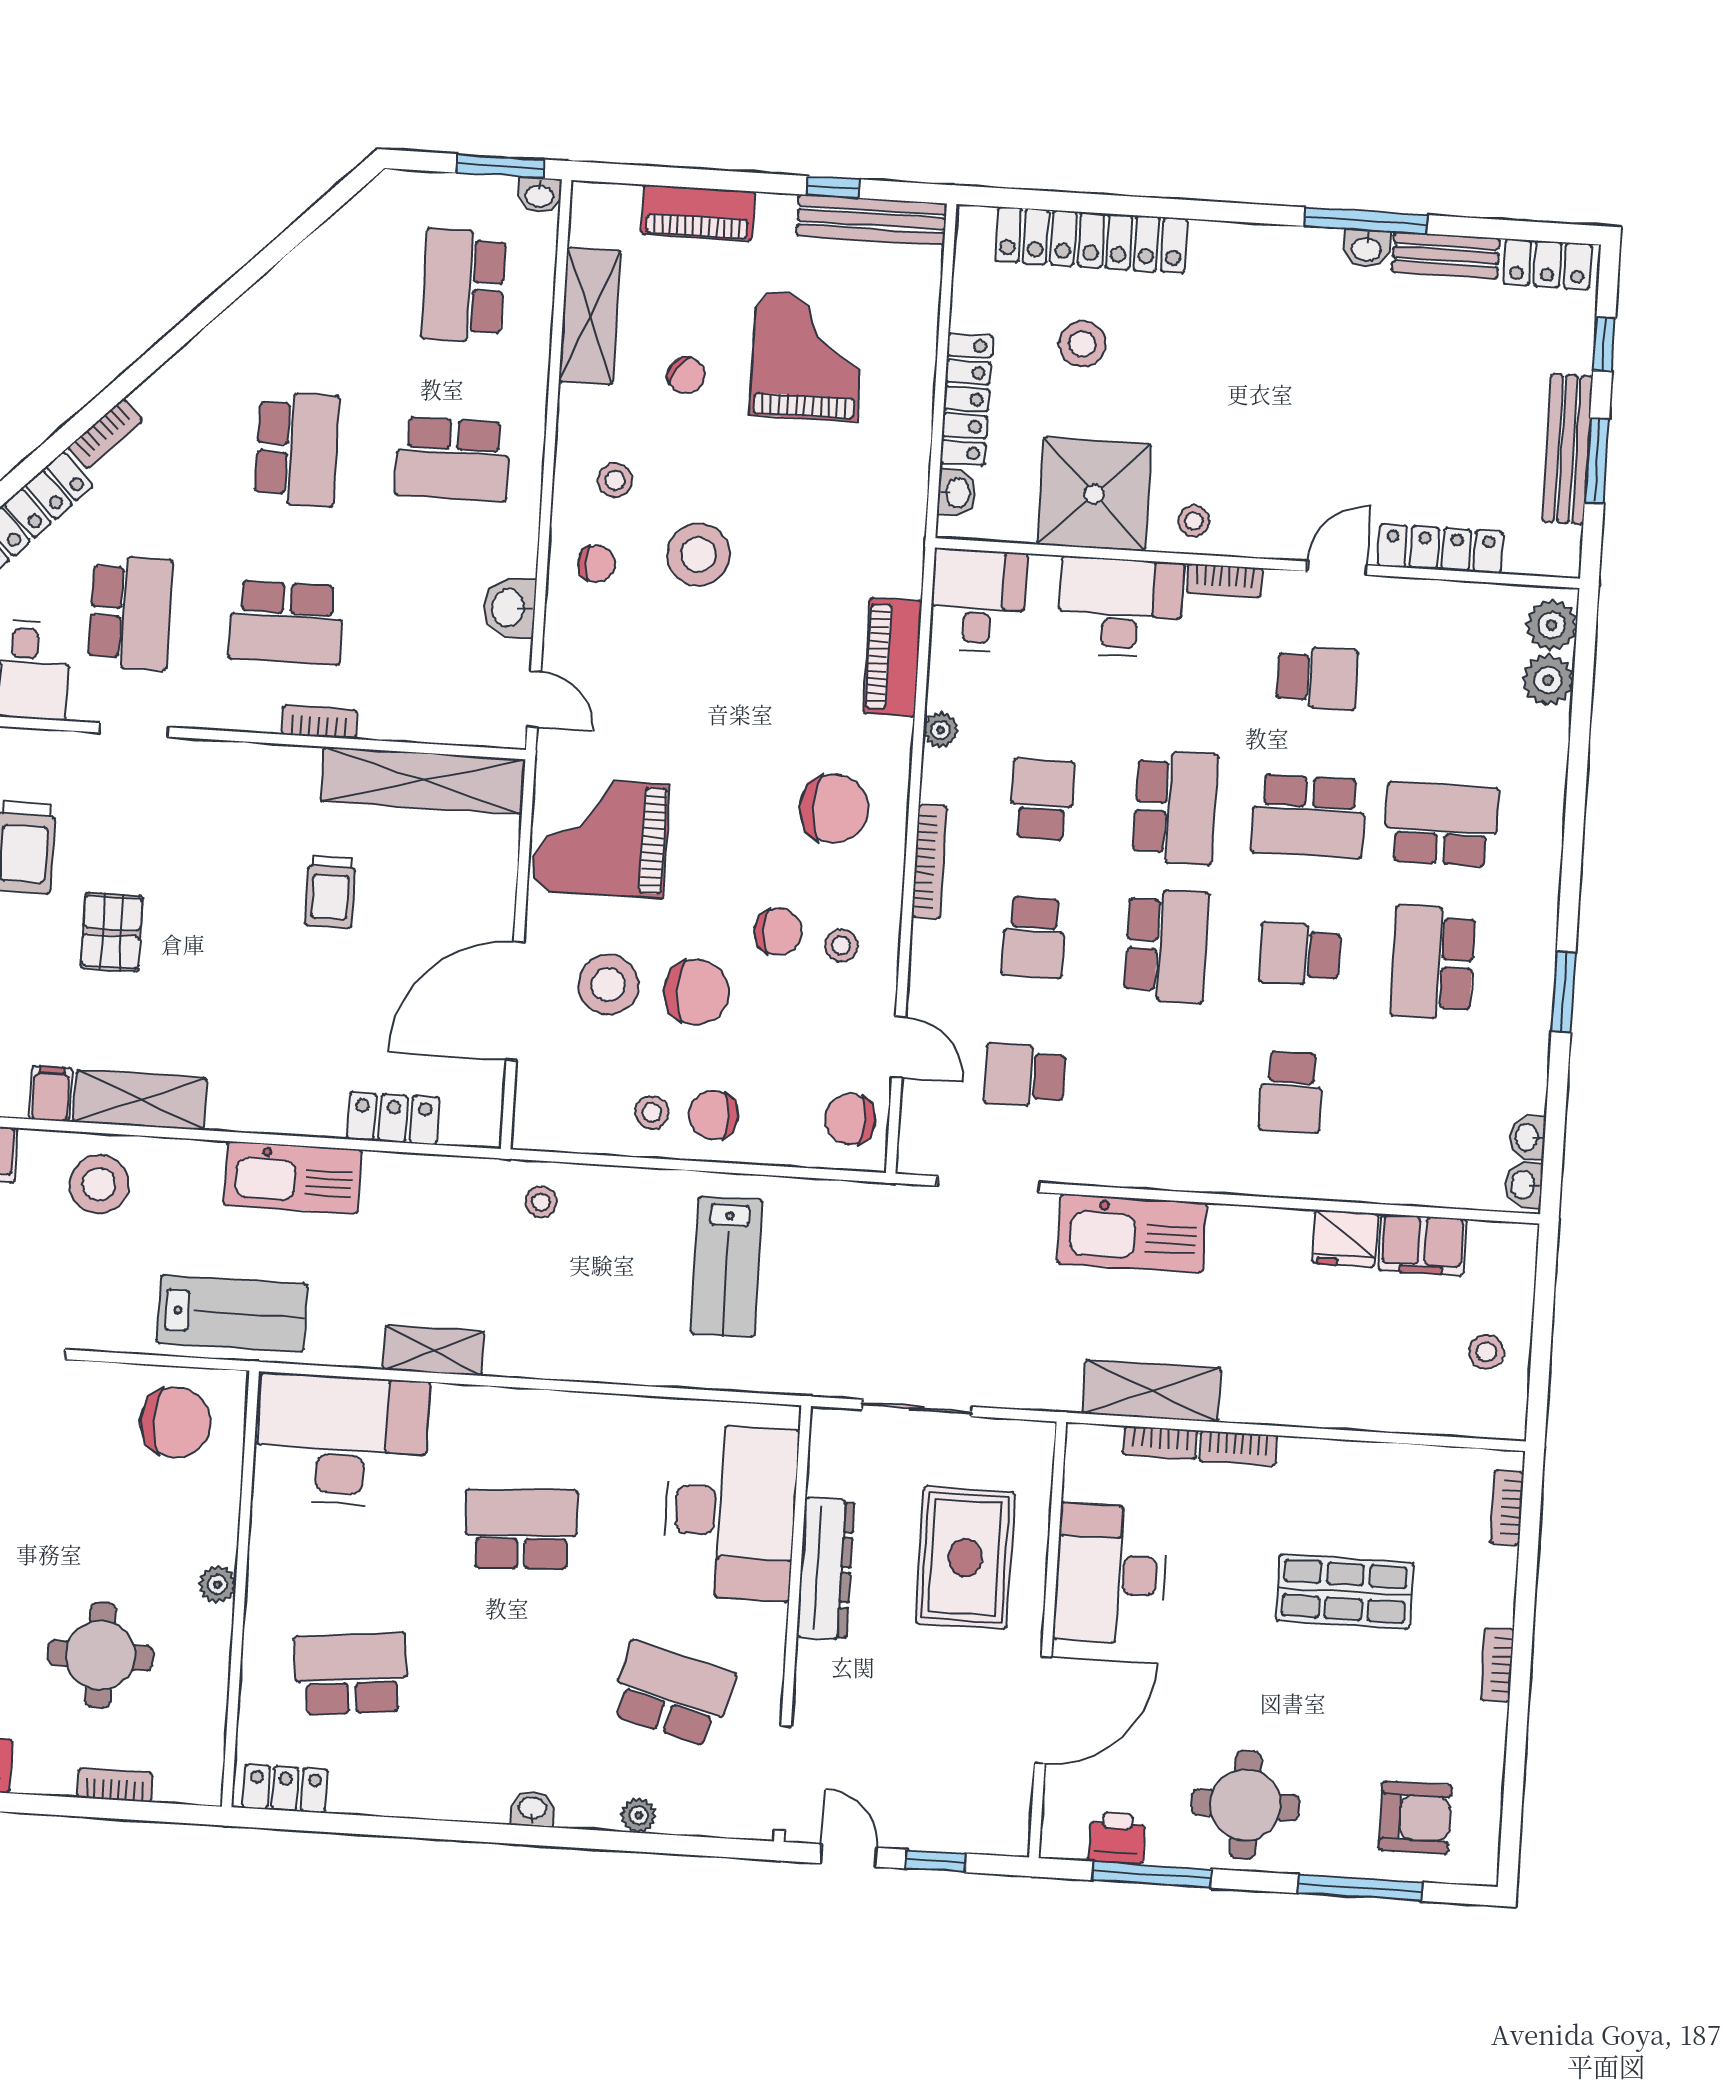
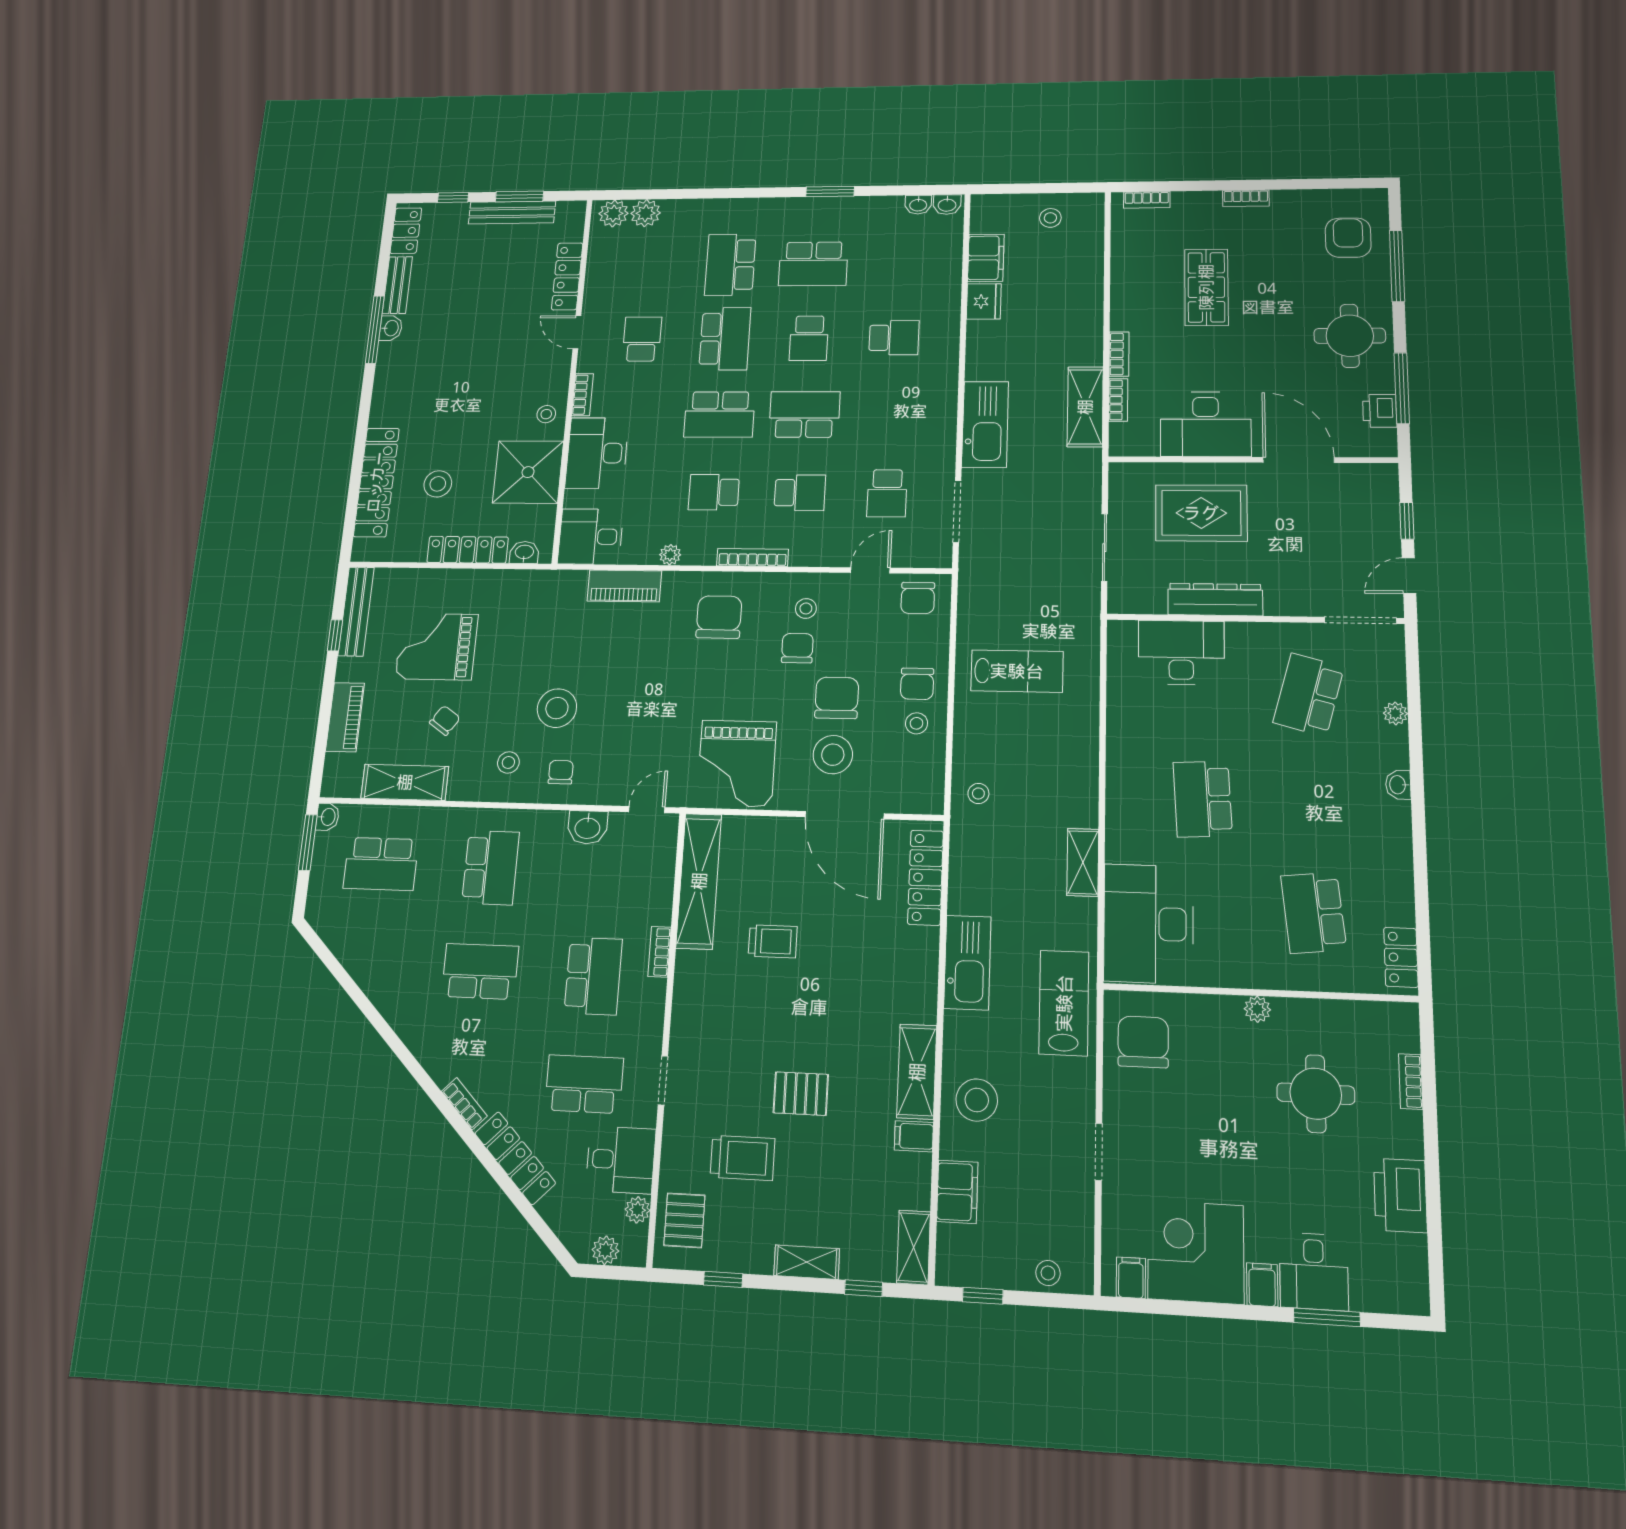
school desk: (1175, 808) -> (719, 414), turned 180
locker: (393, 1118) -> (925, 878), width x1.53
desk: (730, 1512) -> (1181, 652), width x0.73, depth x0.77

